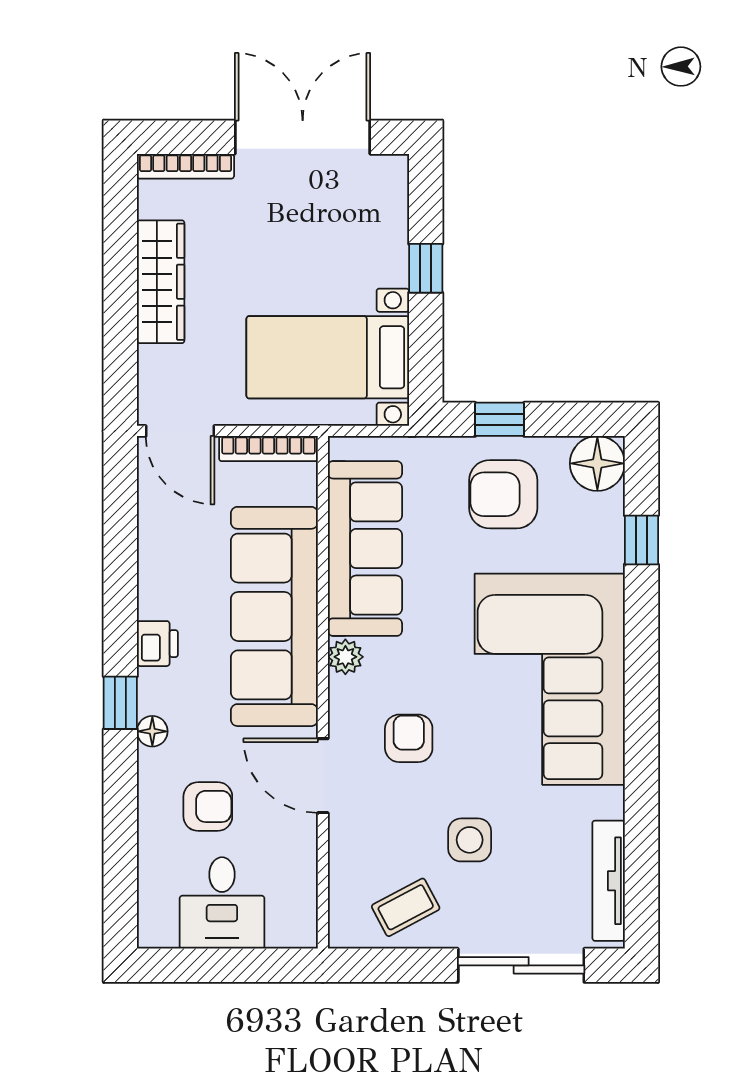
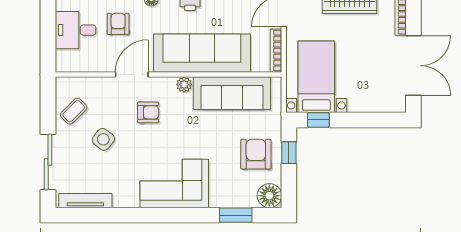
window: (426, 268) -> (318, 120), moved
window: (641, 540) -> (236, 215), width x1.50
corner sofa: (550, 679) -> (174, 183), width x0.73, depth x0.74
armchair: (208, 806) -> (118, 24), turned 180
side table: (470, 840) -> (103, 139), turned 38
coffee table: (406, 907) -> (74, 111), turned 73

